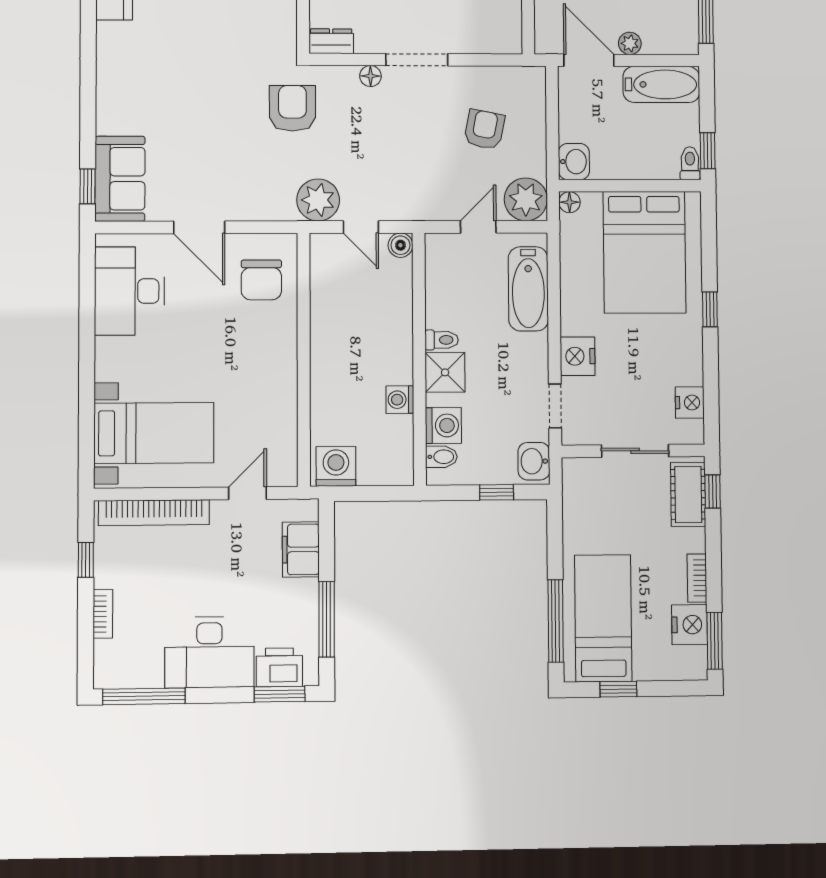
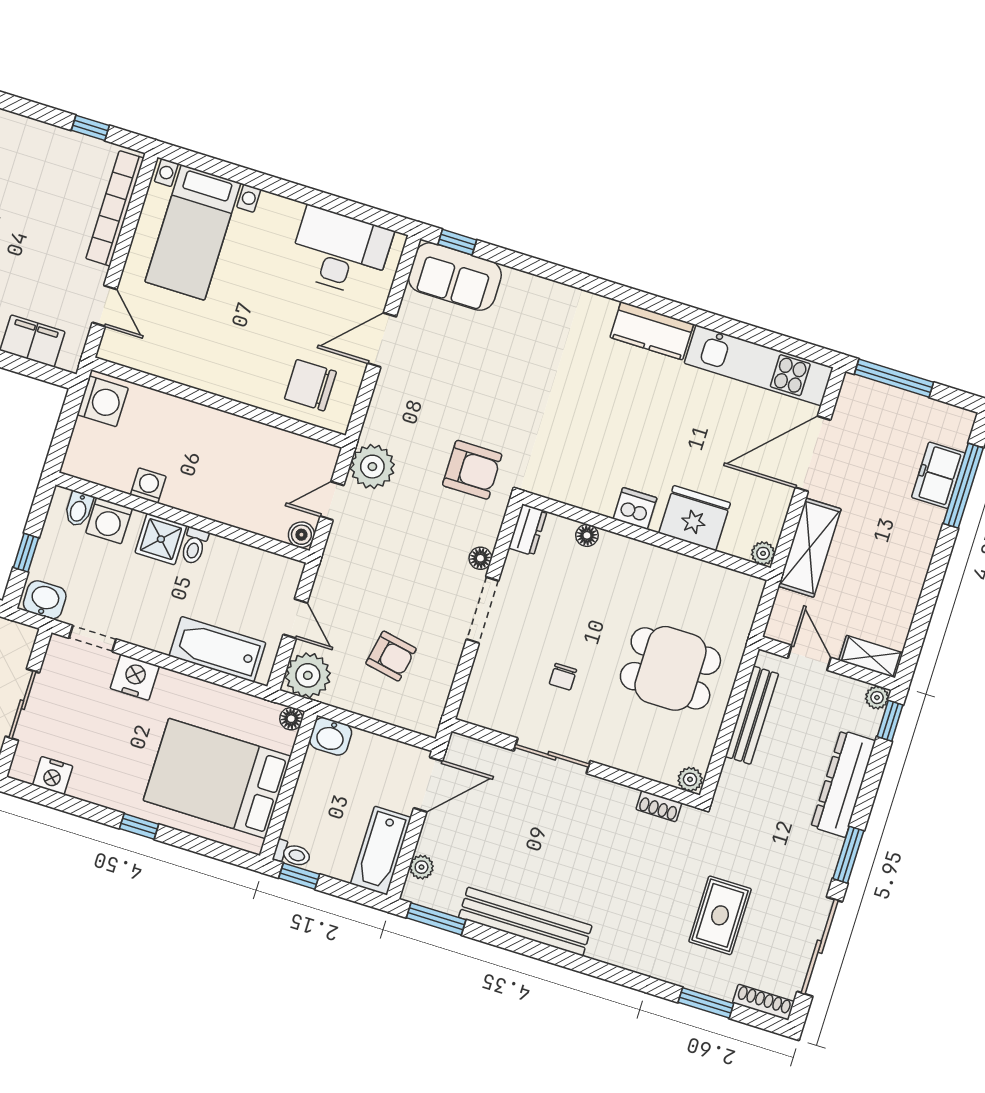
plant: (630, 43) -> (422, 867), moved
bookcase: (103, 614) -> (32, 128), removed

